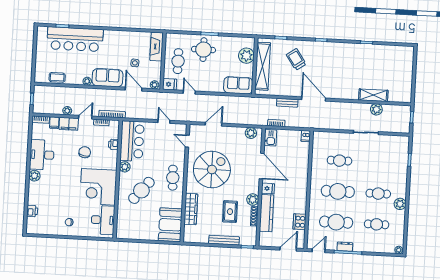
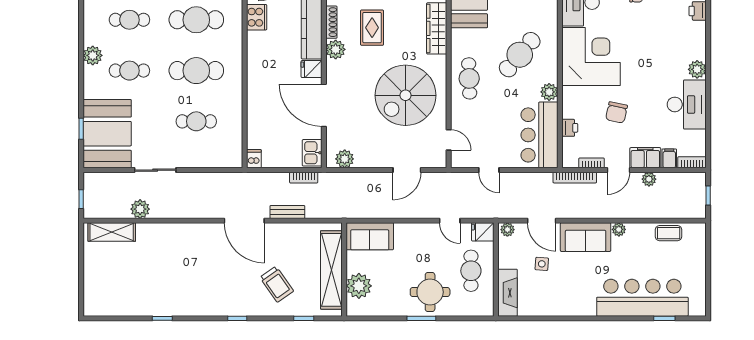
shelving: (373, 95) -> (112, 232), moved
booth: (394, 156) -> (107, 134), added

